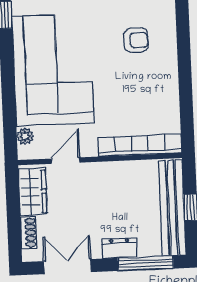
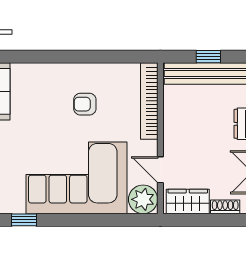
armchair: (136, 40) -> (85, 104), moved, turned -90
plant: (25, 136) -> (143, 199), width x1.87, depth x1.87

